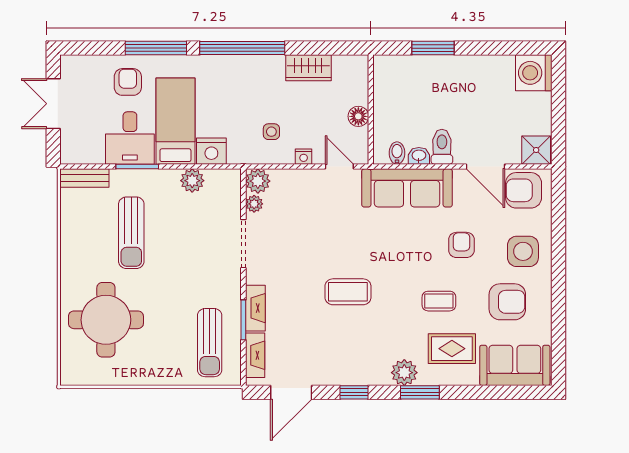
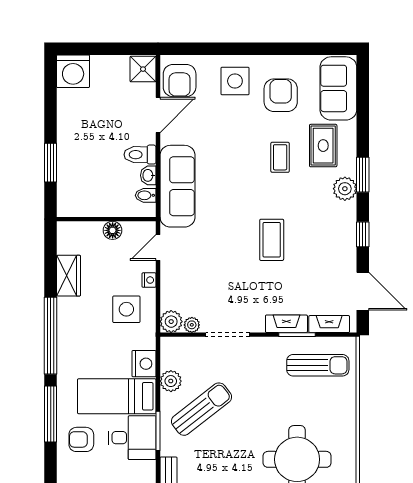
side table: (271, 132) -> (126, 309), width x1.87, depth x1.87
sun lounger: (131, 233) -> (202, 409), moved, turned -38
armchair: (461, 245) -> (229, 137), removed

